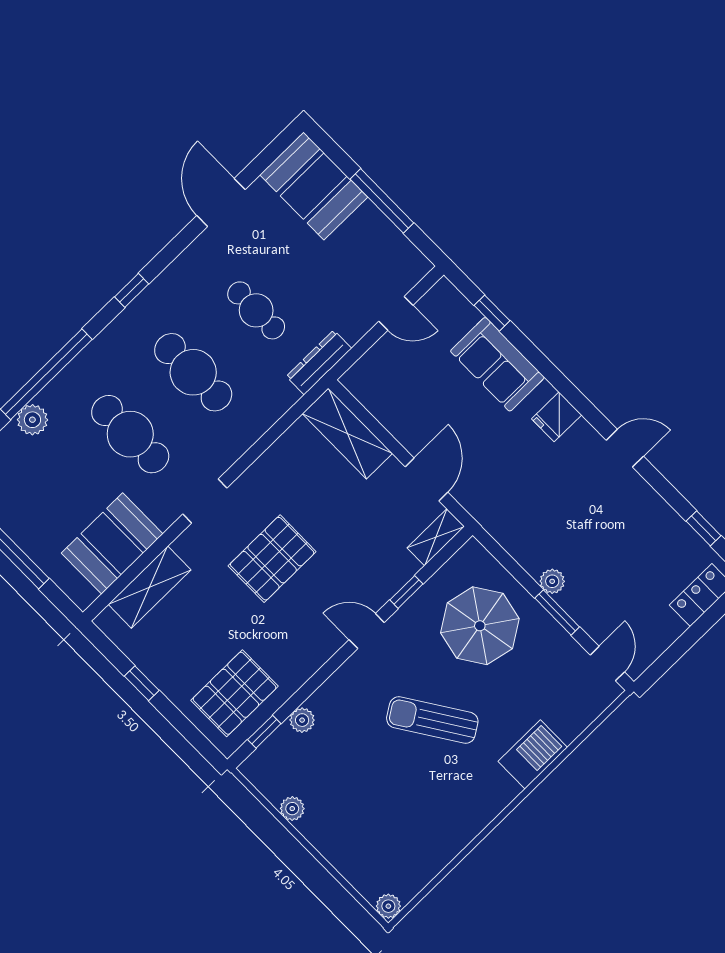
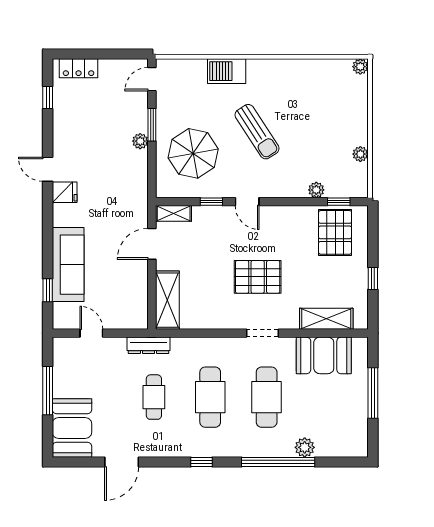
sofa: (497, 364) -> (68, 265), width x1.36
fridge: (557, 417) -> (65, 192), moved
pallet: (235, 693) -> (335, 232), turned 90

